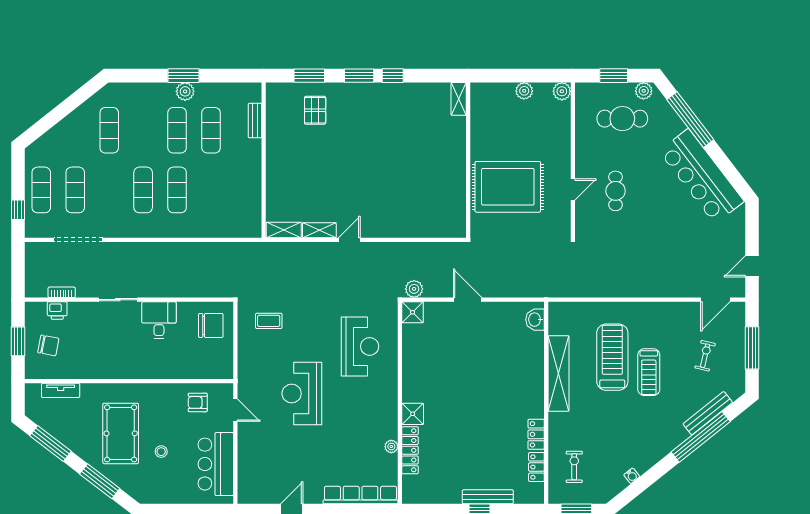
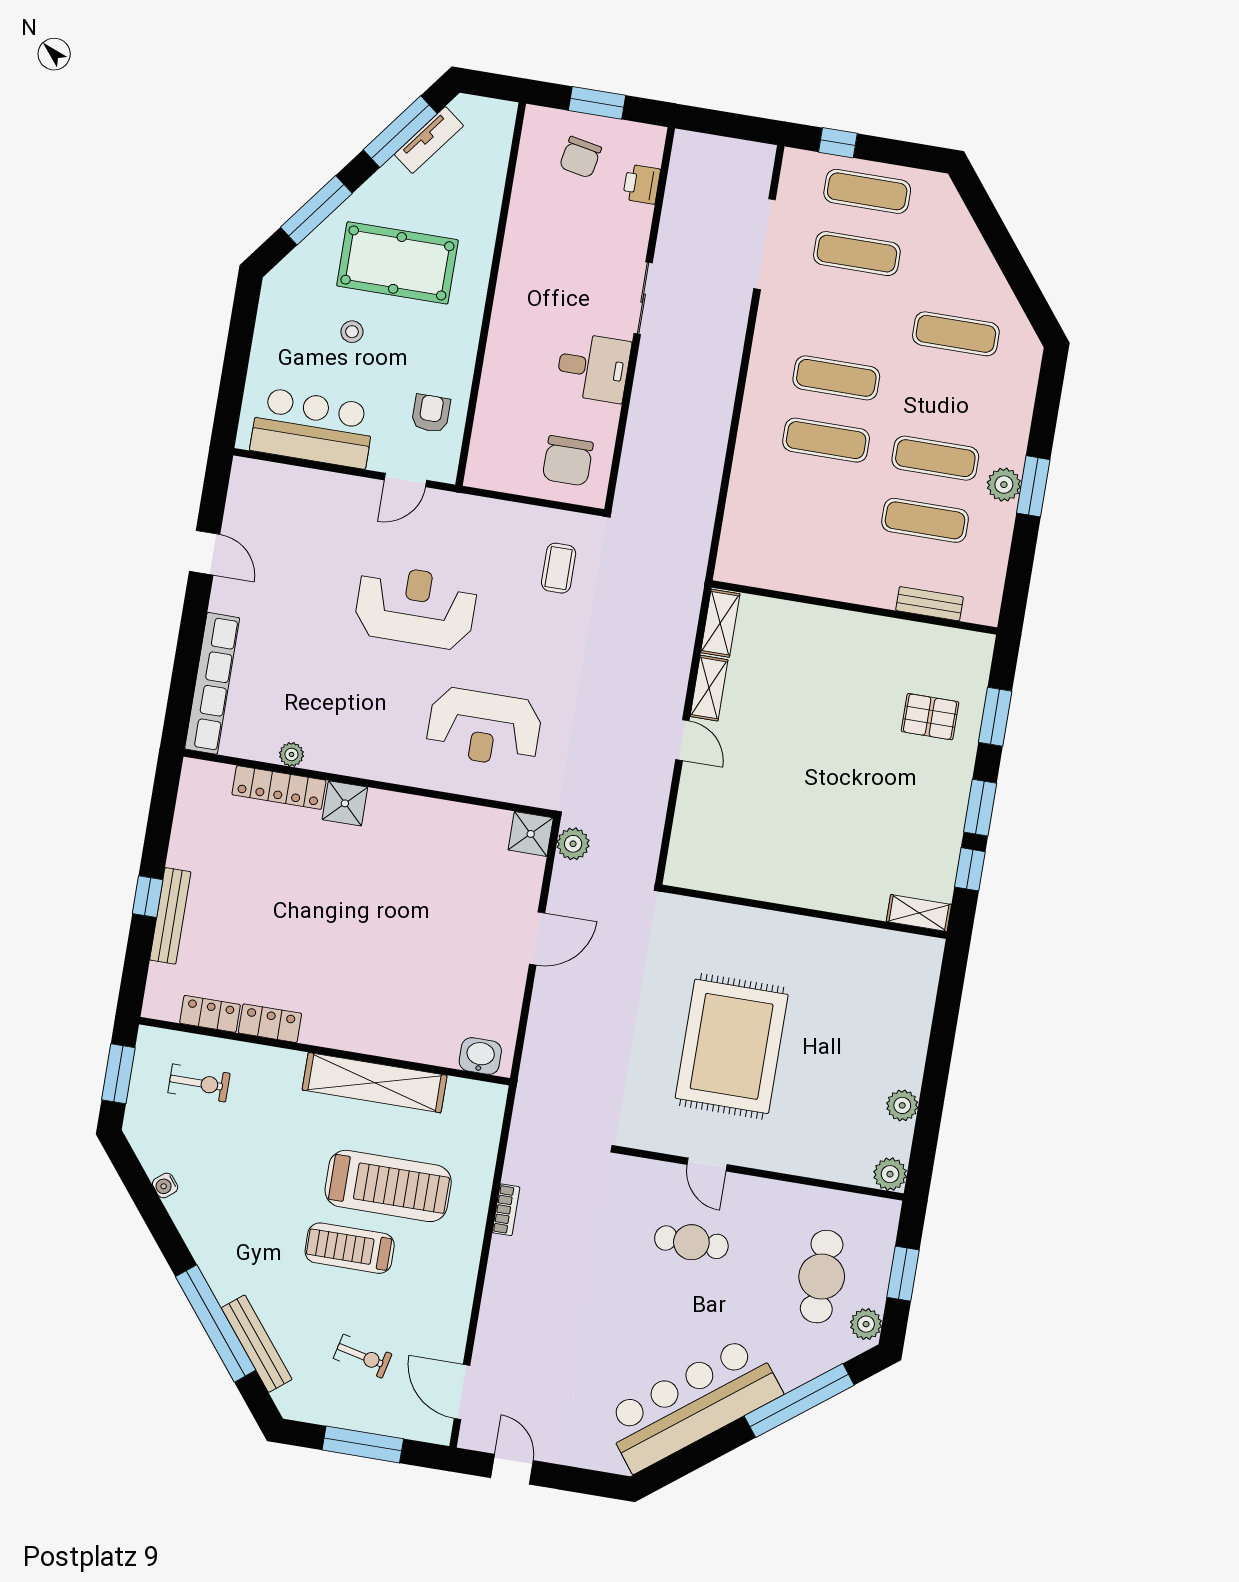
shelving: (459, 99) -> (919, 913), moved
wall: (468, 160) -> (804, 912), moved
bookcase: (62, 292) -> (506, 1210), moved
tv unit: (61, 390) -> (429, 140), moved, turned -143

